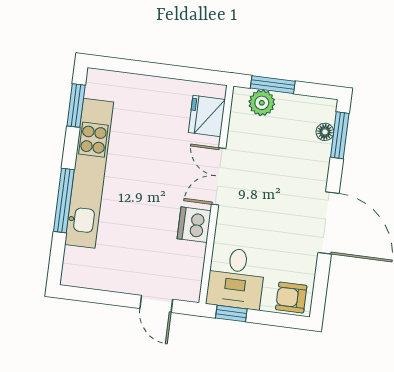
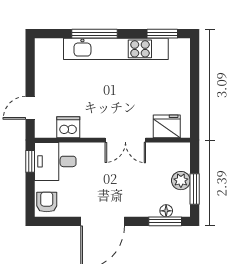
window: (273, 85) -> (195, 189), moved
plant: (262, 103) -> (181, 181), moved
double door: (219, 176) -> (125, 140), swing flipped
dishwasher: (194, 225) -> (68, 127), moved

